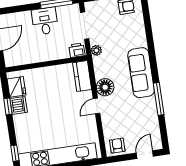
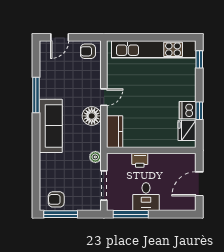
printer: (77, 50) -> (140, 160), moved
armchair: (117, 146) -> (88, 51), turned 90

